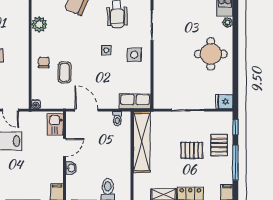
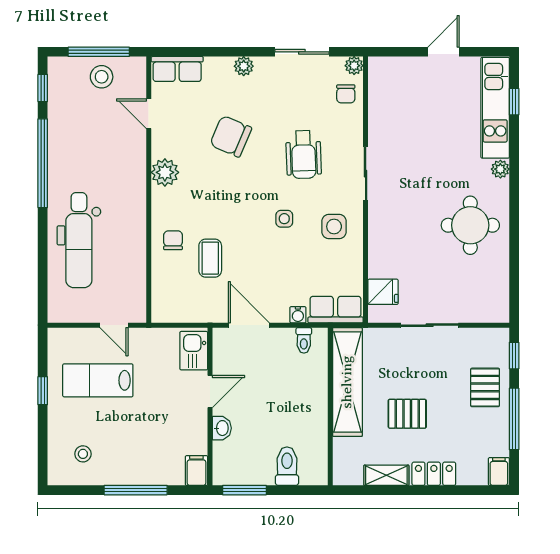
fridge: (224, 102) -> (383, 292), moved, turned 180
water cooler: (36, 104) -> (298, 315), moved
pallet: (192, 150) -> (407, 414), moved

